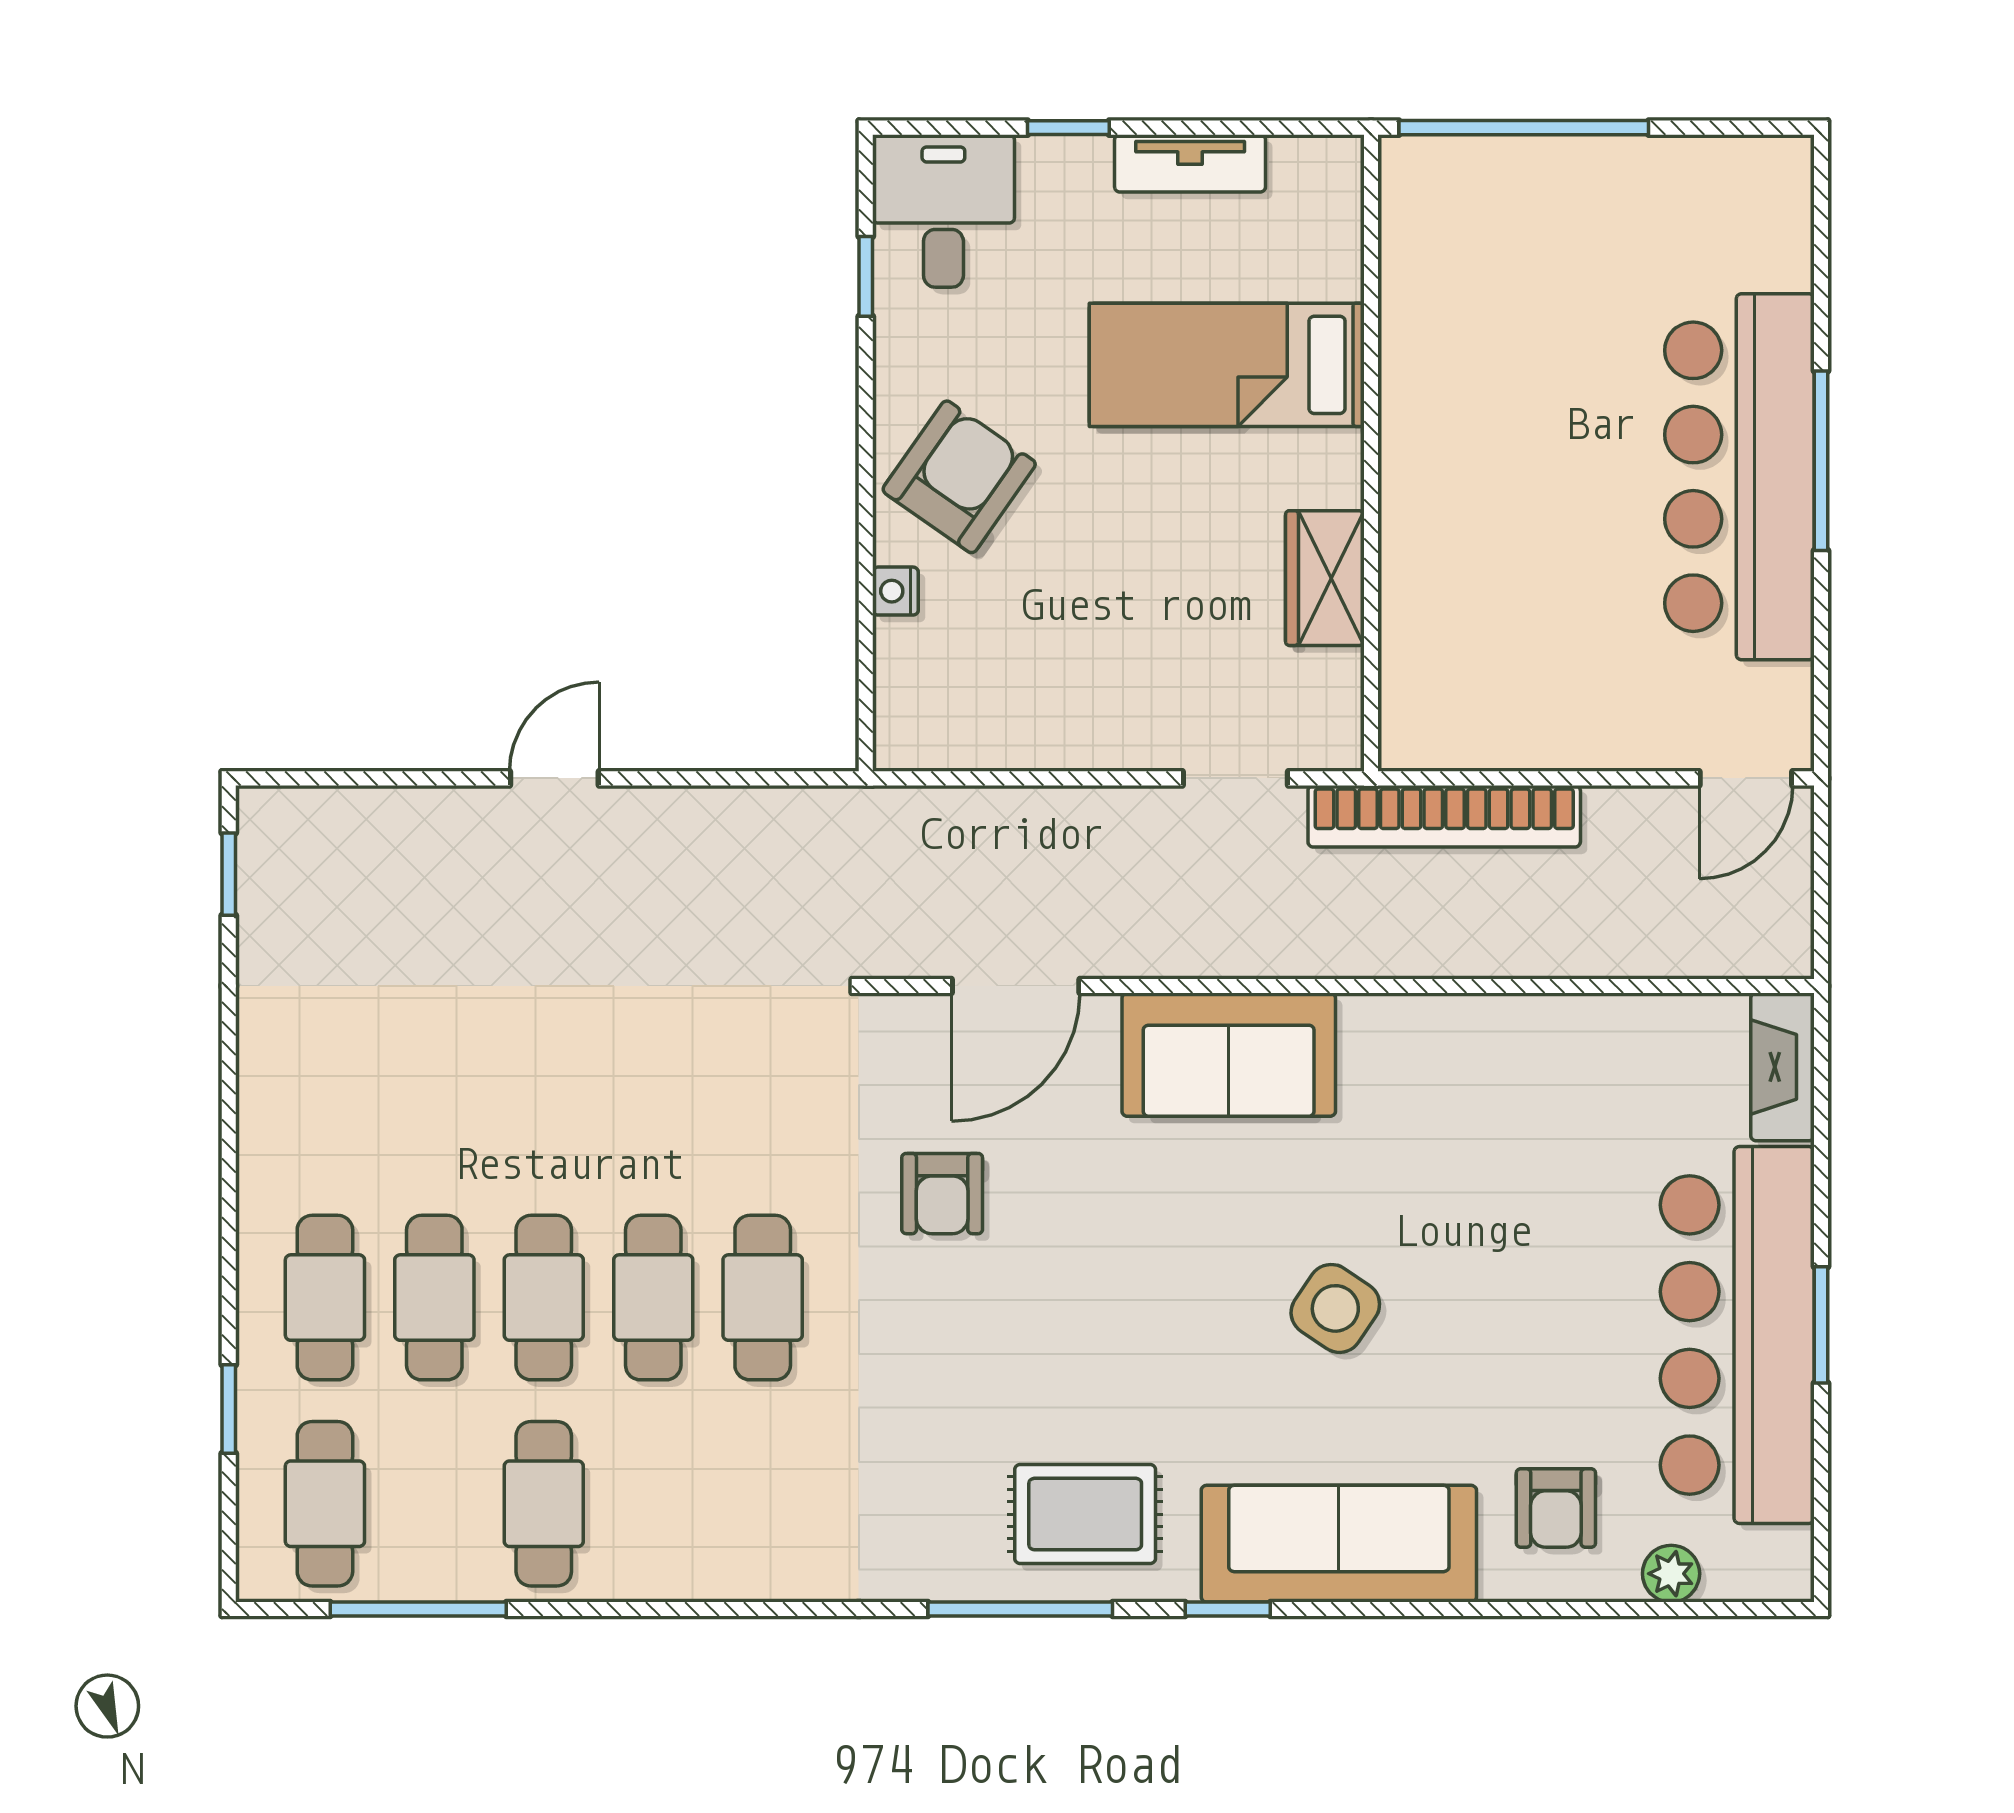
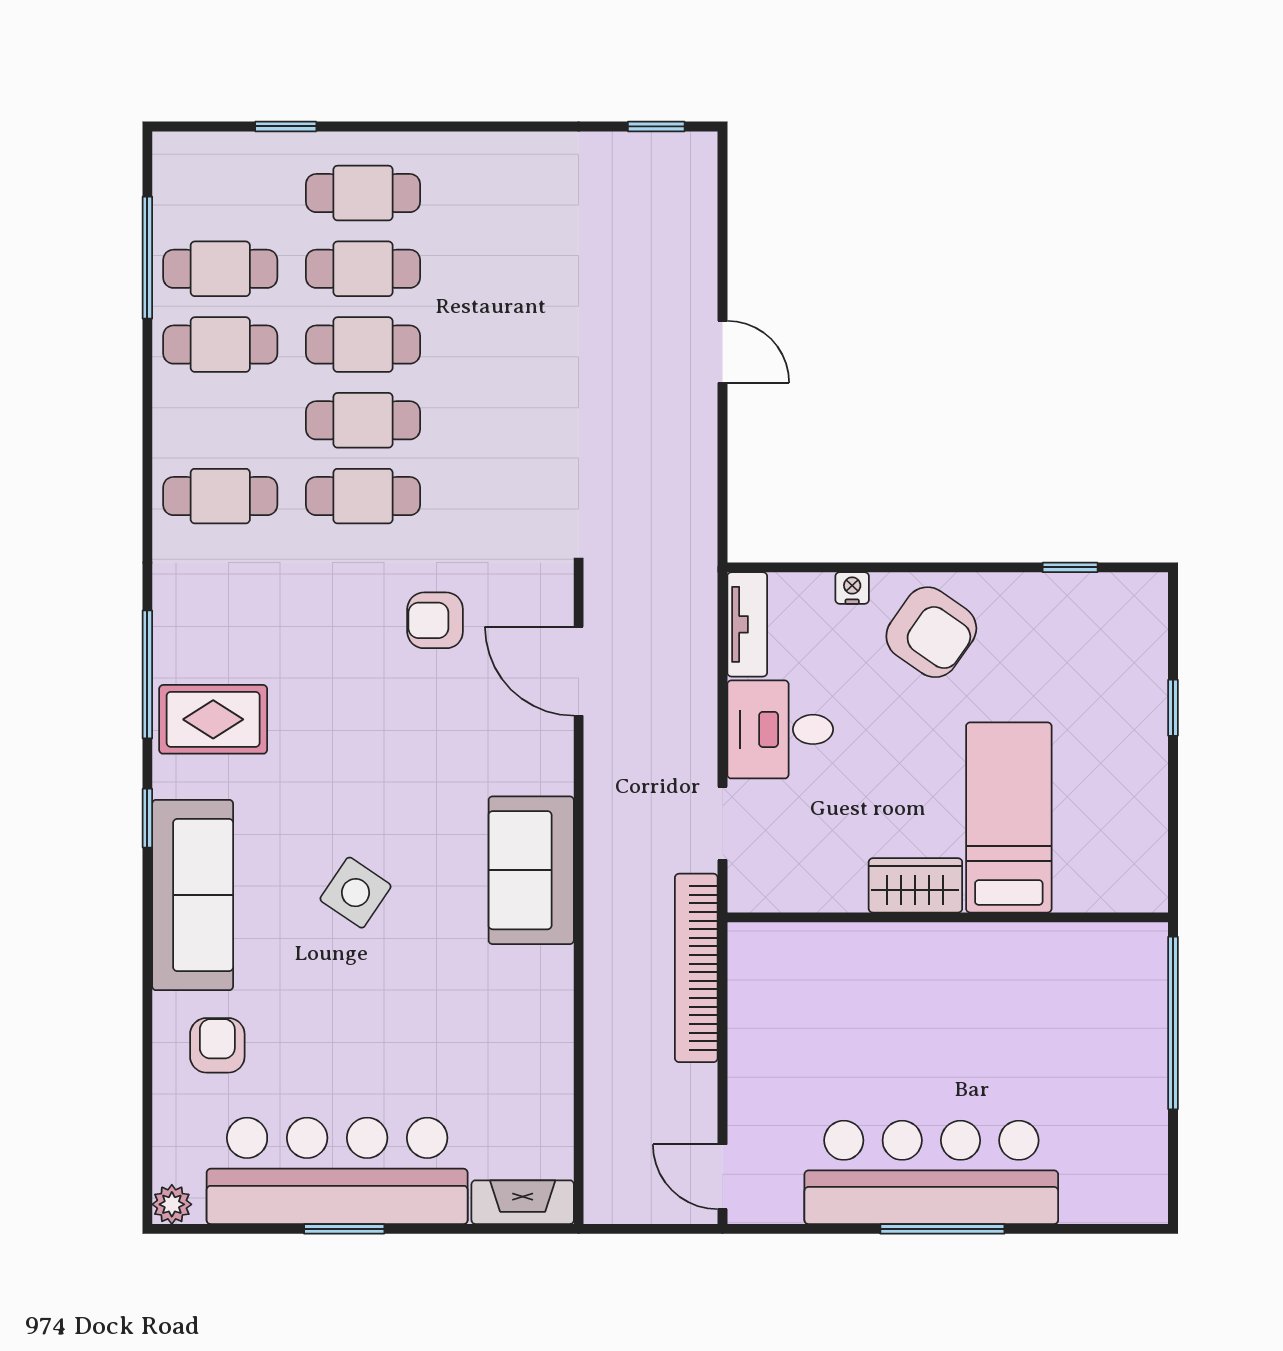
tv unit: (1190, 163) -> (747, 624), moved, turned 180
desk: (943, 211) -> (780, 729), moved, turned 180
wardrobe: (1325, 578) -> (915, 885), moved
sofa: (1229, 1055) -> (531, 870), moved
cafe table: (325, 1504) -> (220, 269), moved
cafe table: (763, 1504) -> (220, 496), added
armchair: (1556, 1508) -> (217, 1045), turned 90
rug: (1085, 1514) -> (213, 719), turned 90
plant: (1671, 1574) -> (172, 1204), moved

